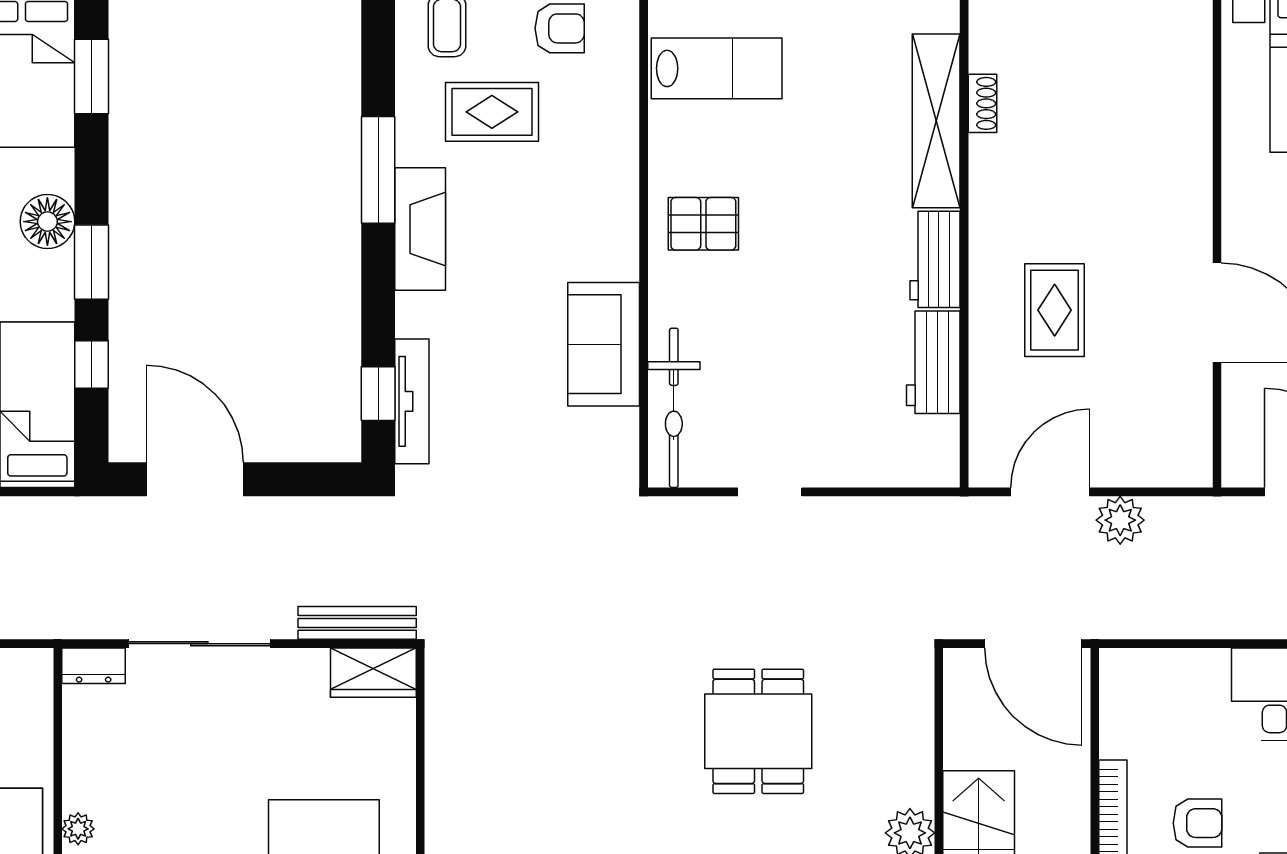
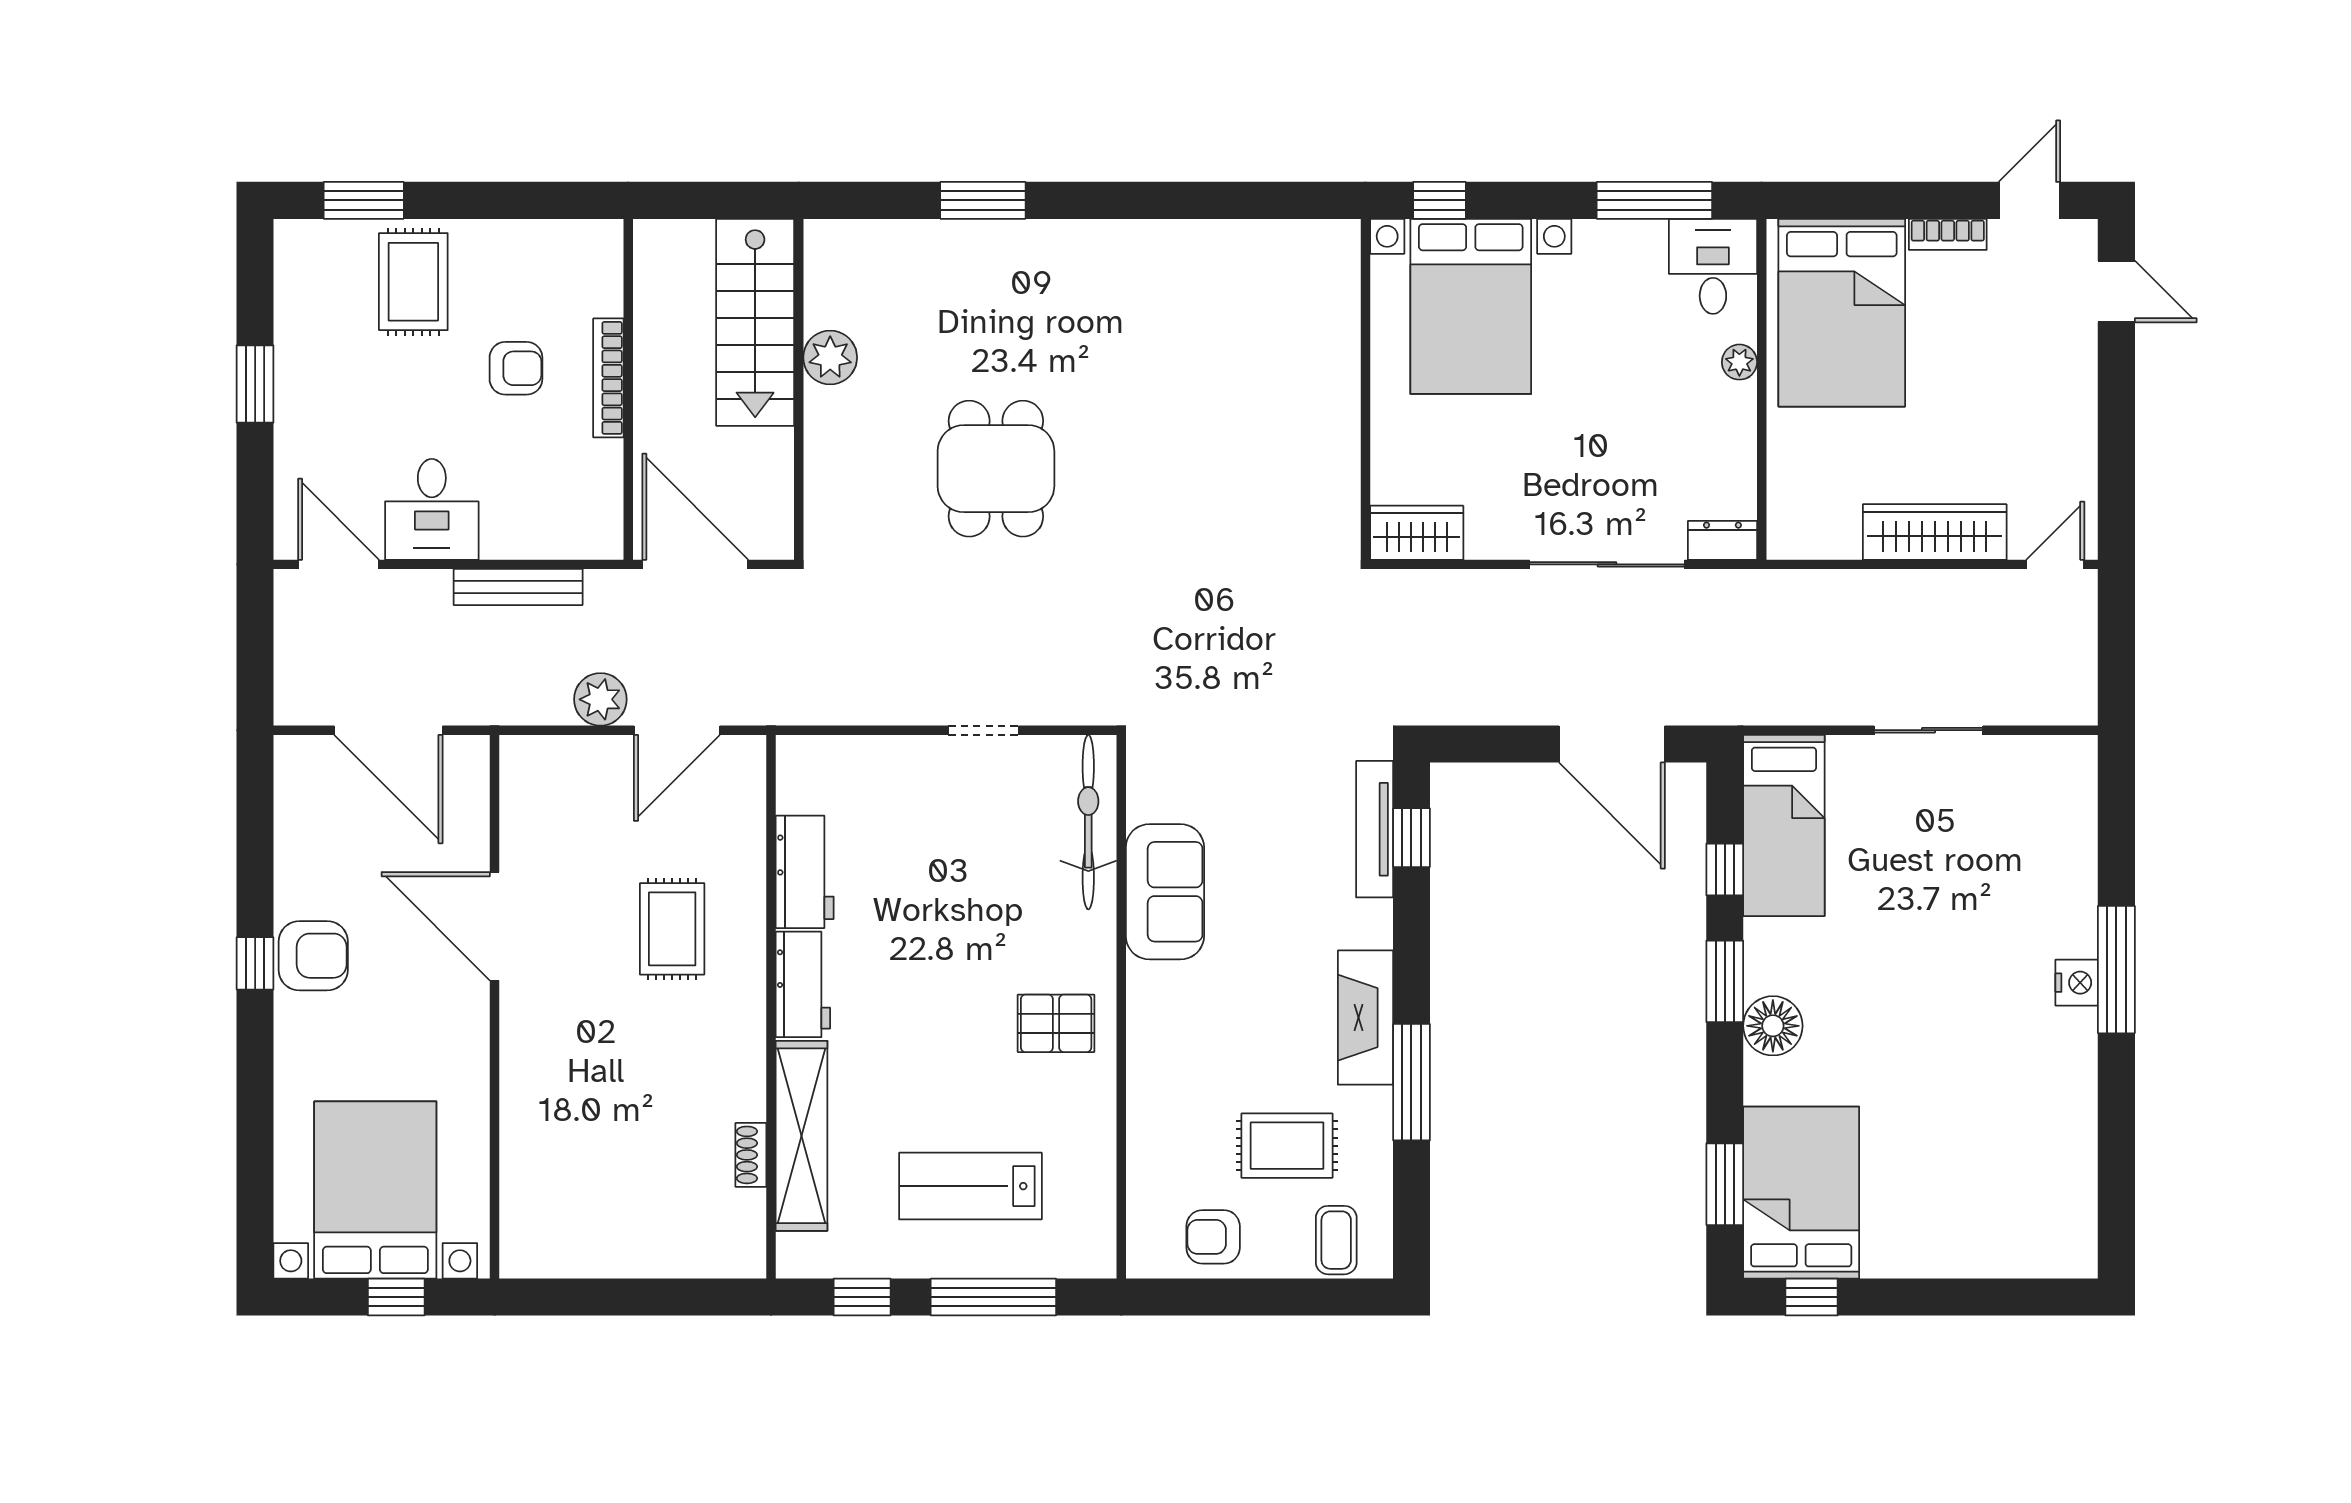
lab bench: (717, 68) -> (970, 1186), moved
bench: (357, 623) -> (518, 587), moved
armchair: (1197, 823) -> (516, 368), turned 180

